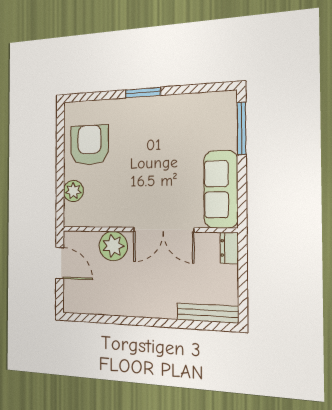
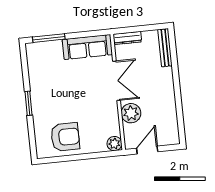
armchair: (89, 145) -> (65, 137), turned 180
plant: (73, 191) -> (114, 144), moved
dresser: (229, 248) -> (127, 38), width x1.44

